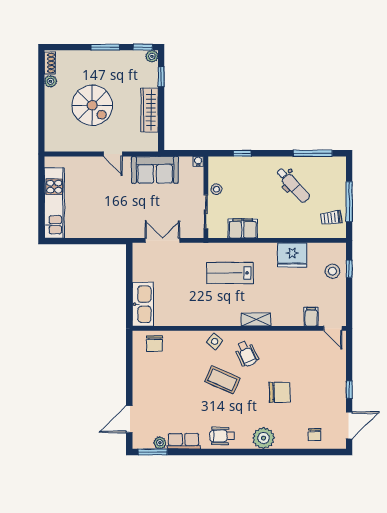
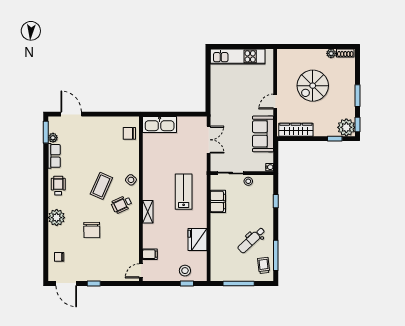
plant: (152, 56) -> (346, 127), width x1.88, depth x1.88
wardrobe: (150, 110) -> (296, 130), moved
trolley: (331, 218) -> (264, 265), moved

